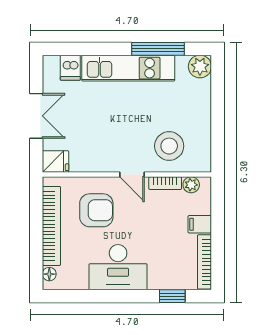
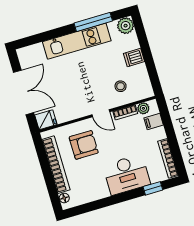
dishwasher: (70, 68) -> (134, 57), moved, turned 90
double door: (36, 116) -> (24, 92), width x1.37
stool: (169, 146) -> (121, 86), width x0.53, depth x0.53
filing cabinet: (200, 224) -> (154, 122), moved
desk: (118, 267) -> (127, 175), moved

